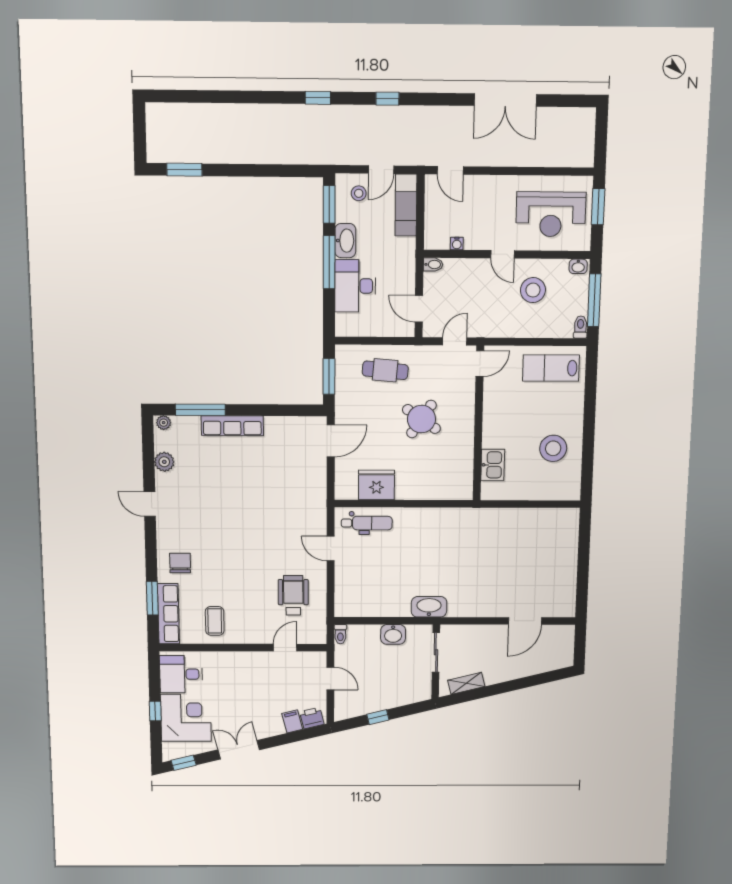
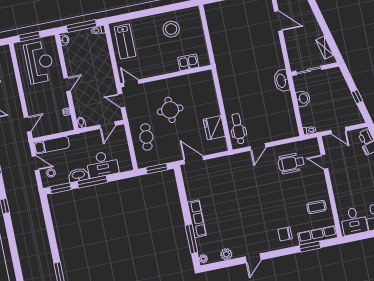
stool: (533, 290) -> (83, 62), removed
round table: (421, 419) -> (170, 110), turned -34
door: (330, 679) -> (338, 131), swing flipped

